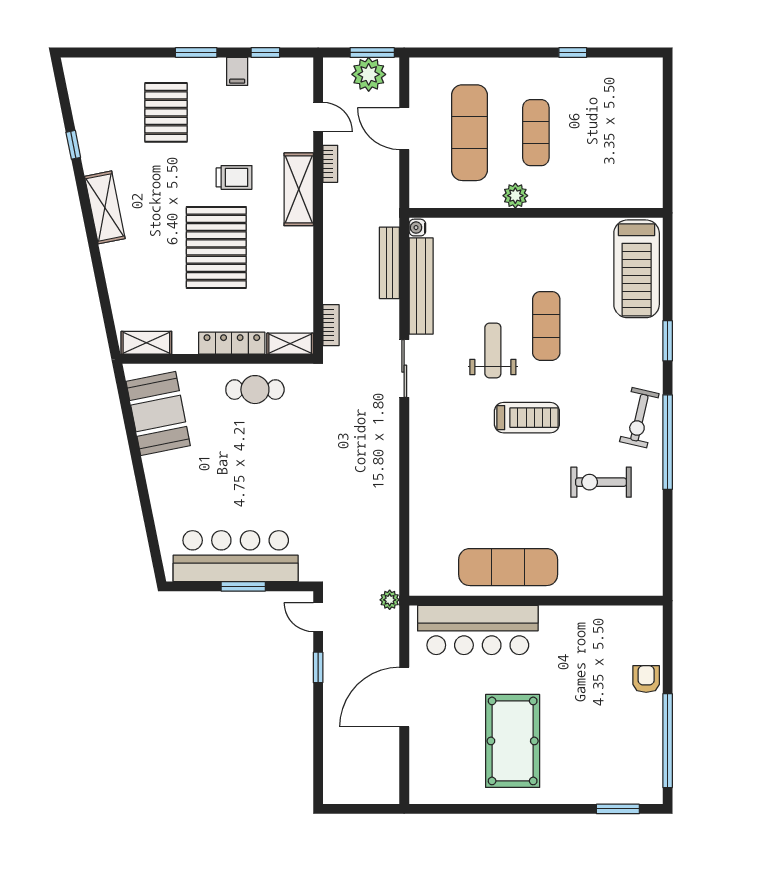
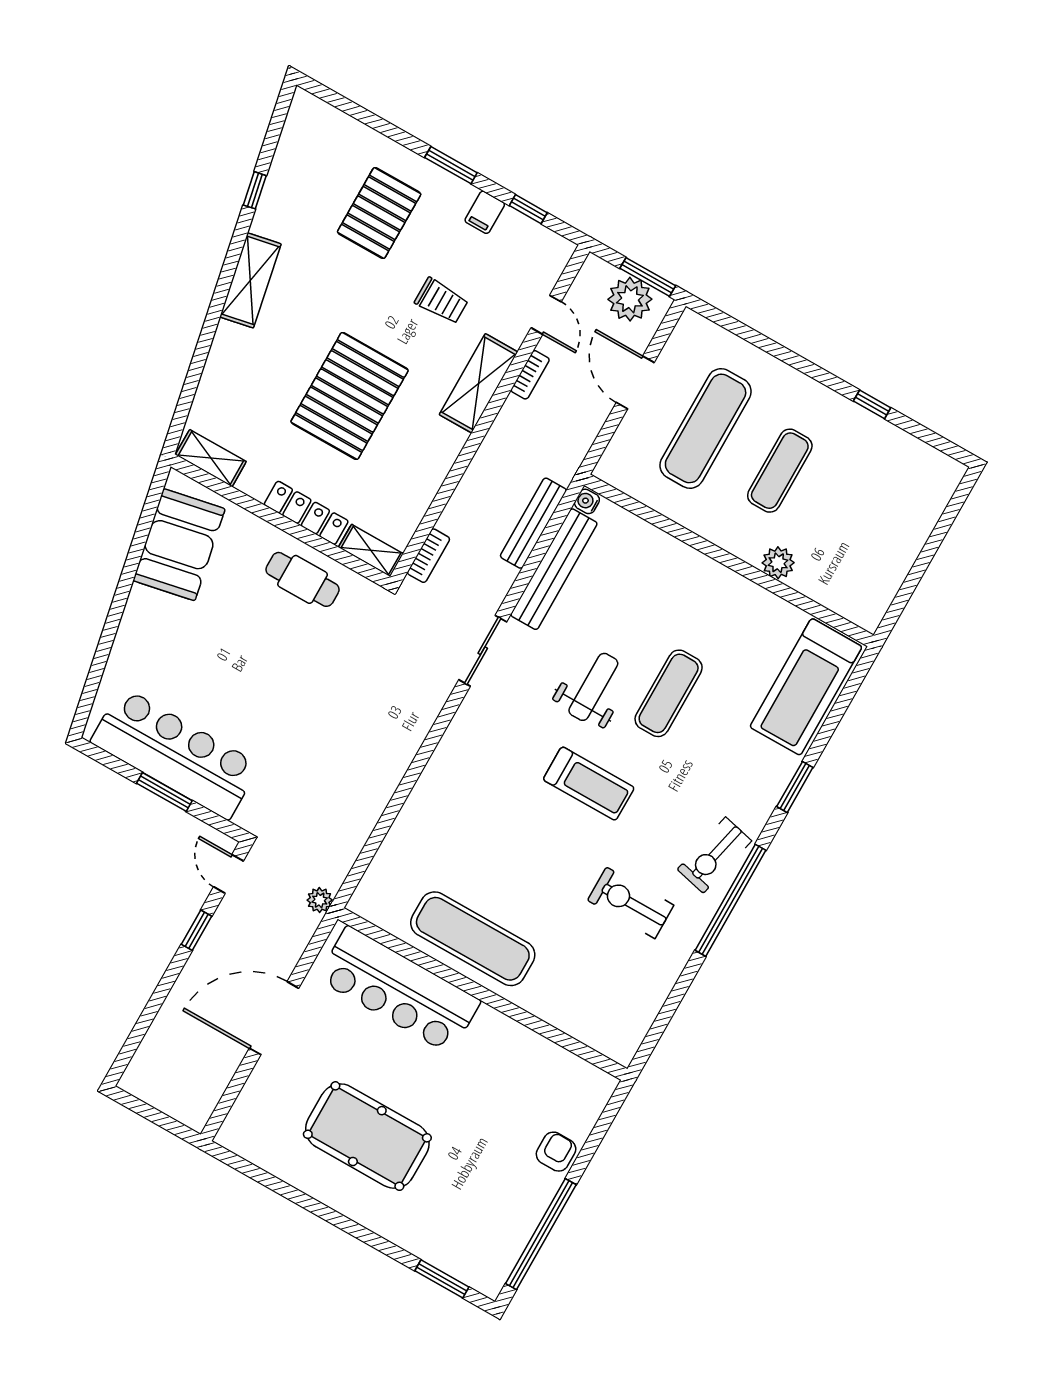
trolley: (234, 177) -> (441, 301), moved
plant: (515, 196) -> (778, 563), moved
pool table: (513, 741) -> (367, 1136), turned 90

